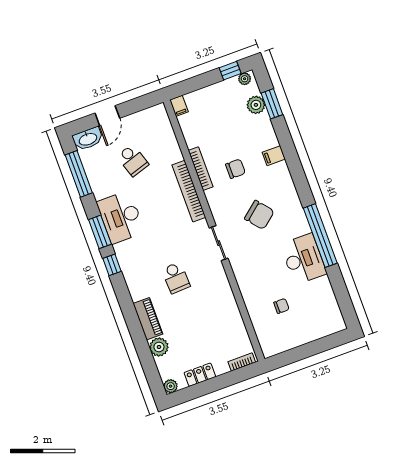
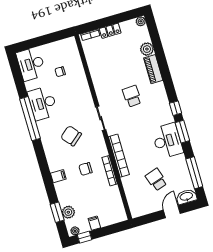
filing cabinet: (179, 106) -> (94, 223), moved
desk: (324, 314) -> (31, 64), added
locker: (200, 375) -> (110, 31), moved

